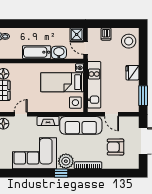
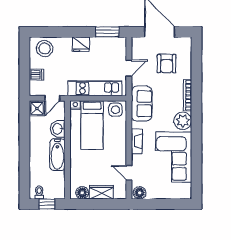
sofa: (81, 125) -> (142, 104), width x0.73
window: (61, 173) -> (196, 126), removed

